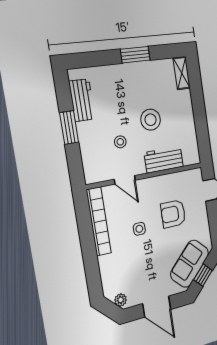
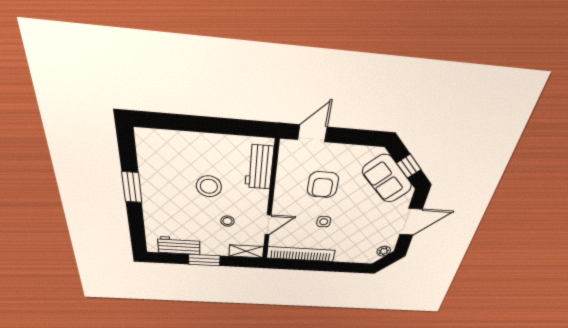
shelving: (182, 73) -> (246, 251), moved
workbench: (164, 160) -> (259, 167), moved

